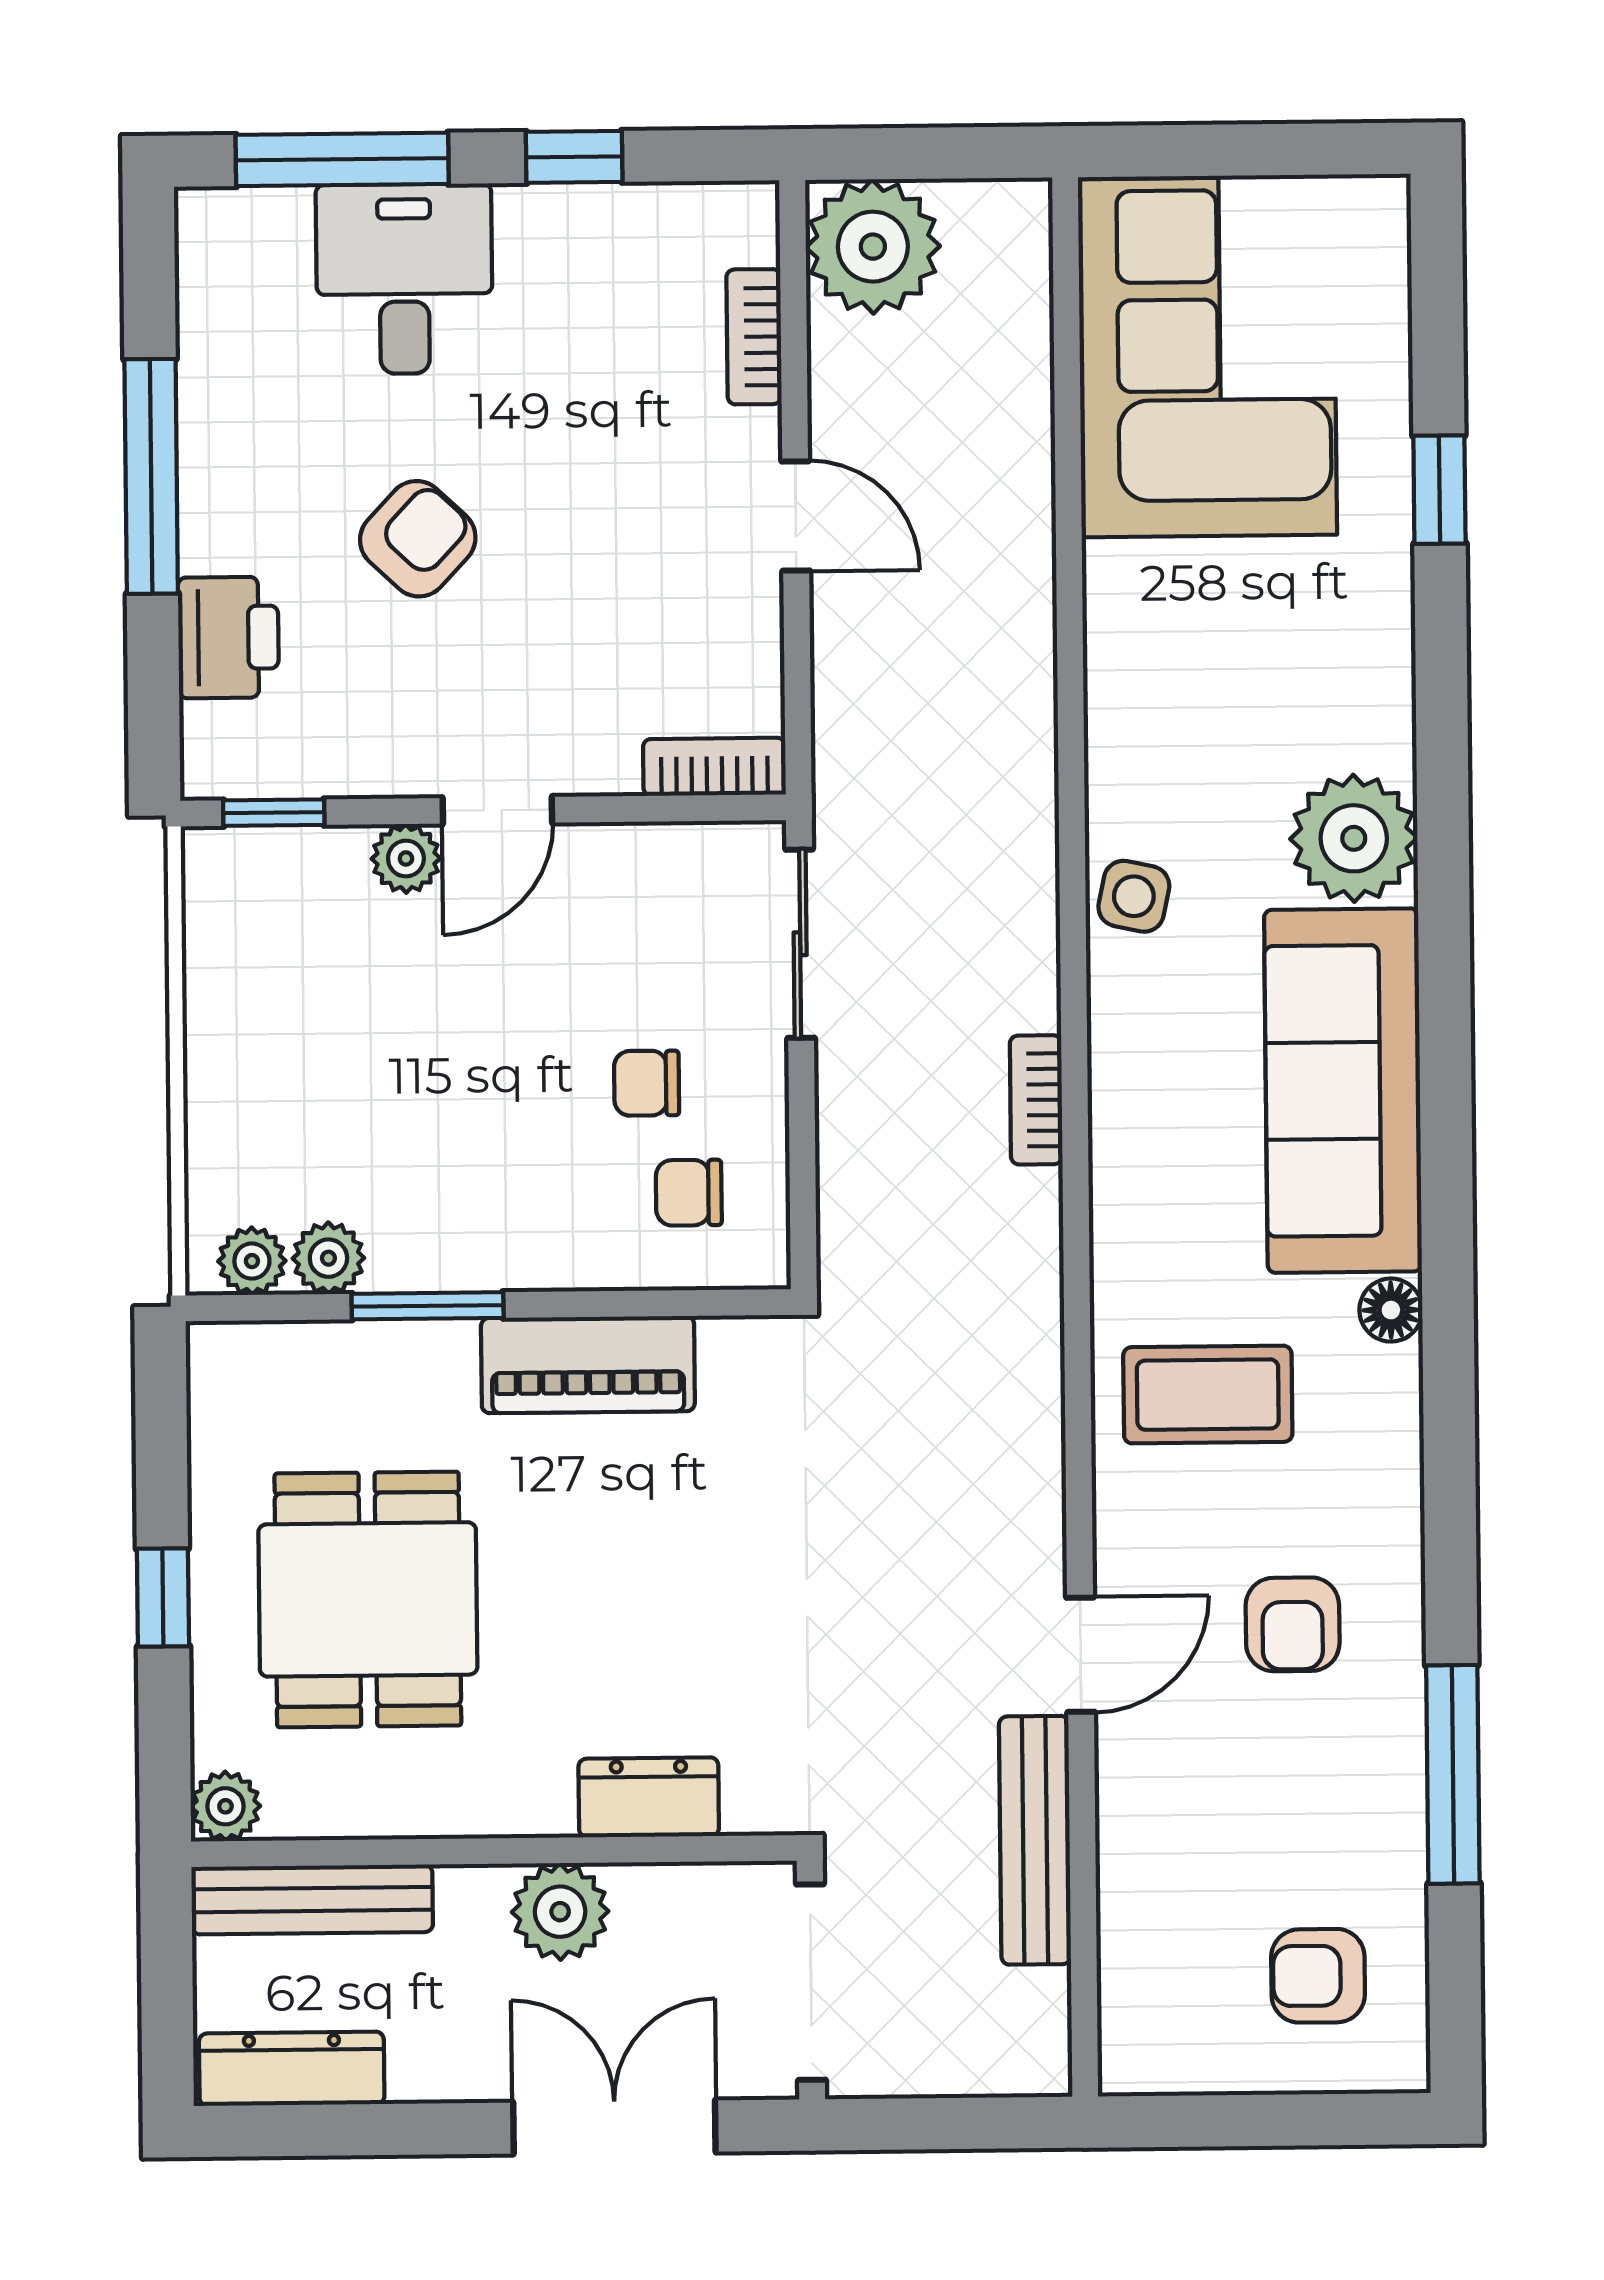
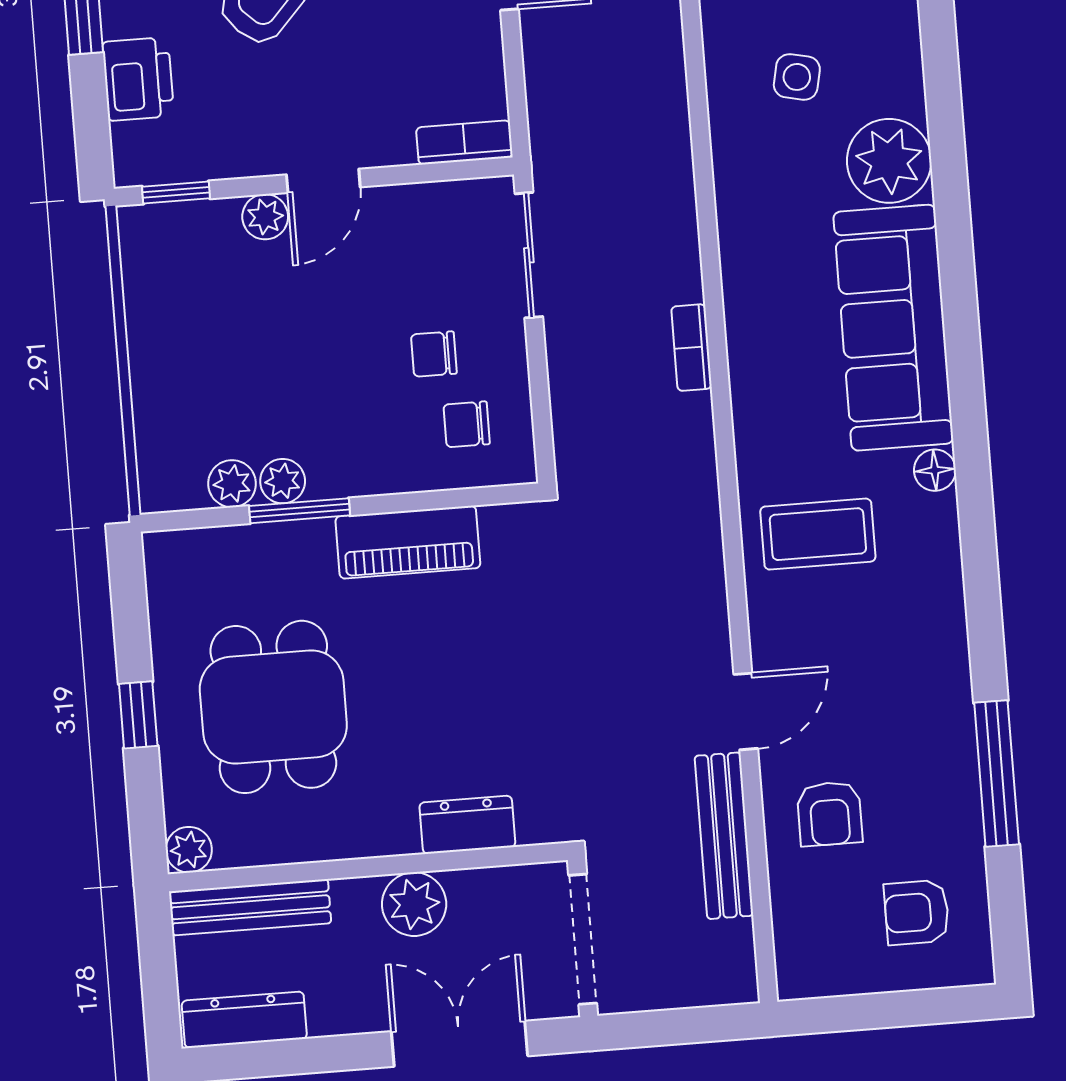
side table: (1134, 896) -> (797, 77), moved
plant: (252, 1261) -> (283, 481), moved
armchair: (1293, 1624) -> (830, 814), moved

